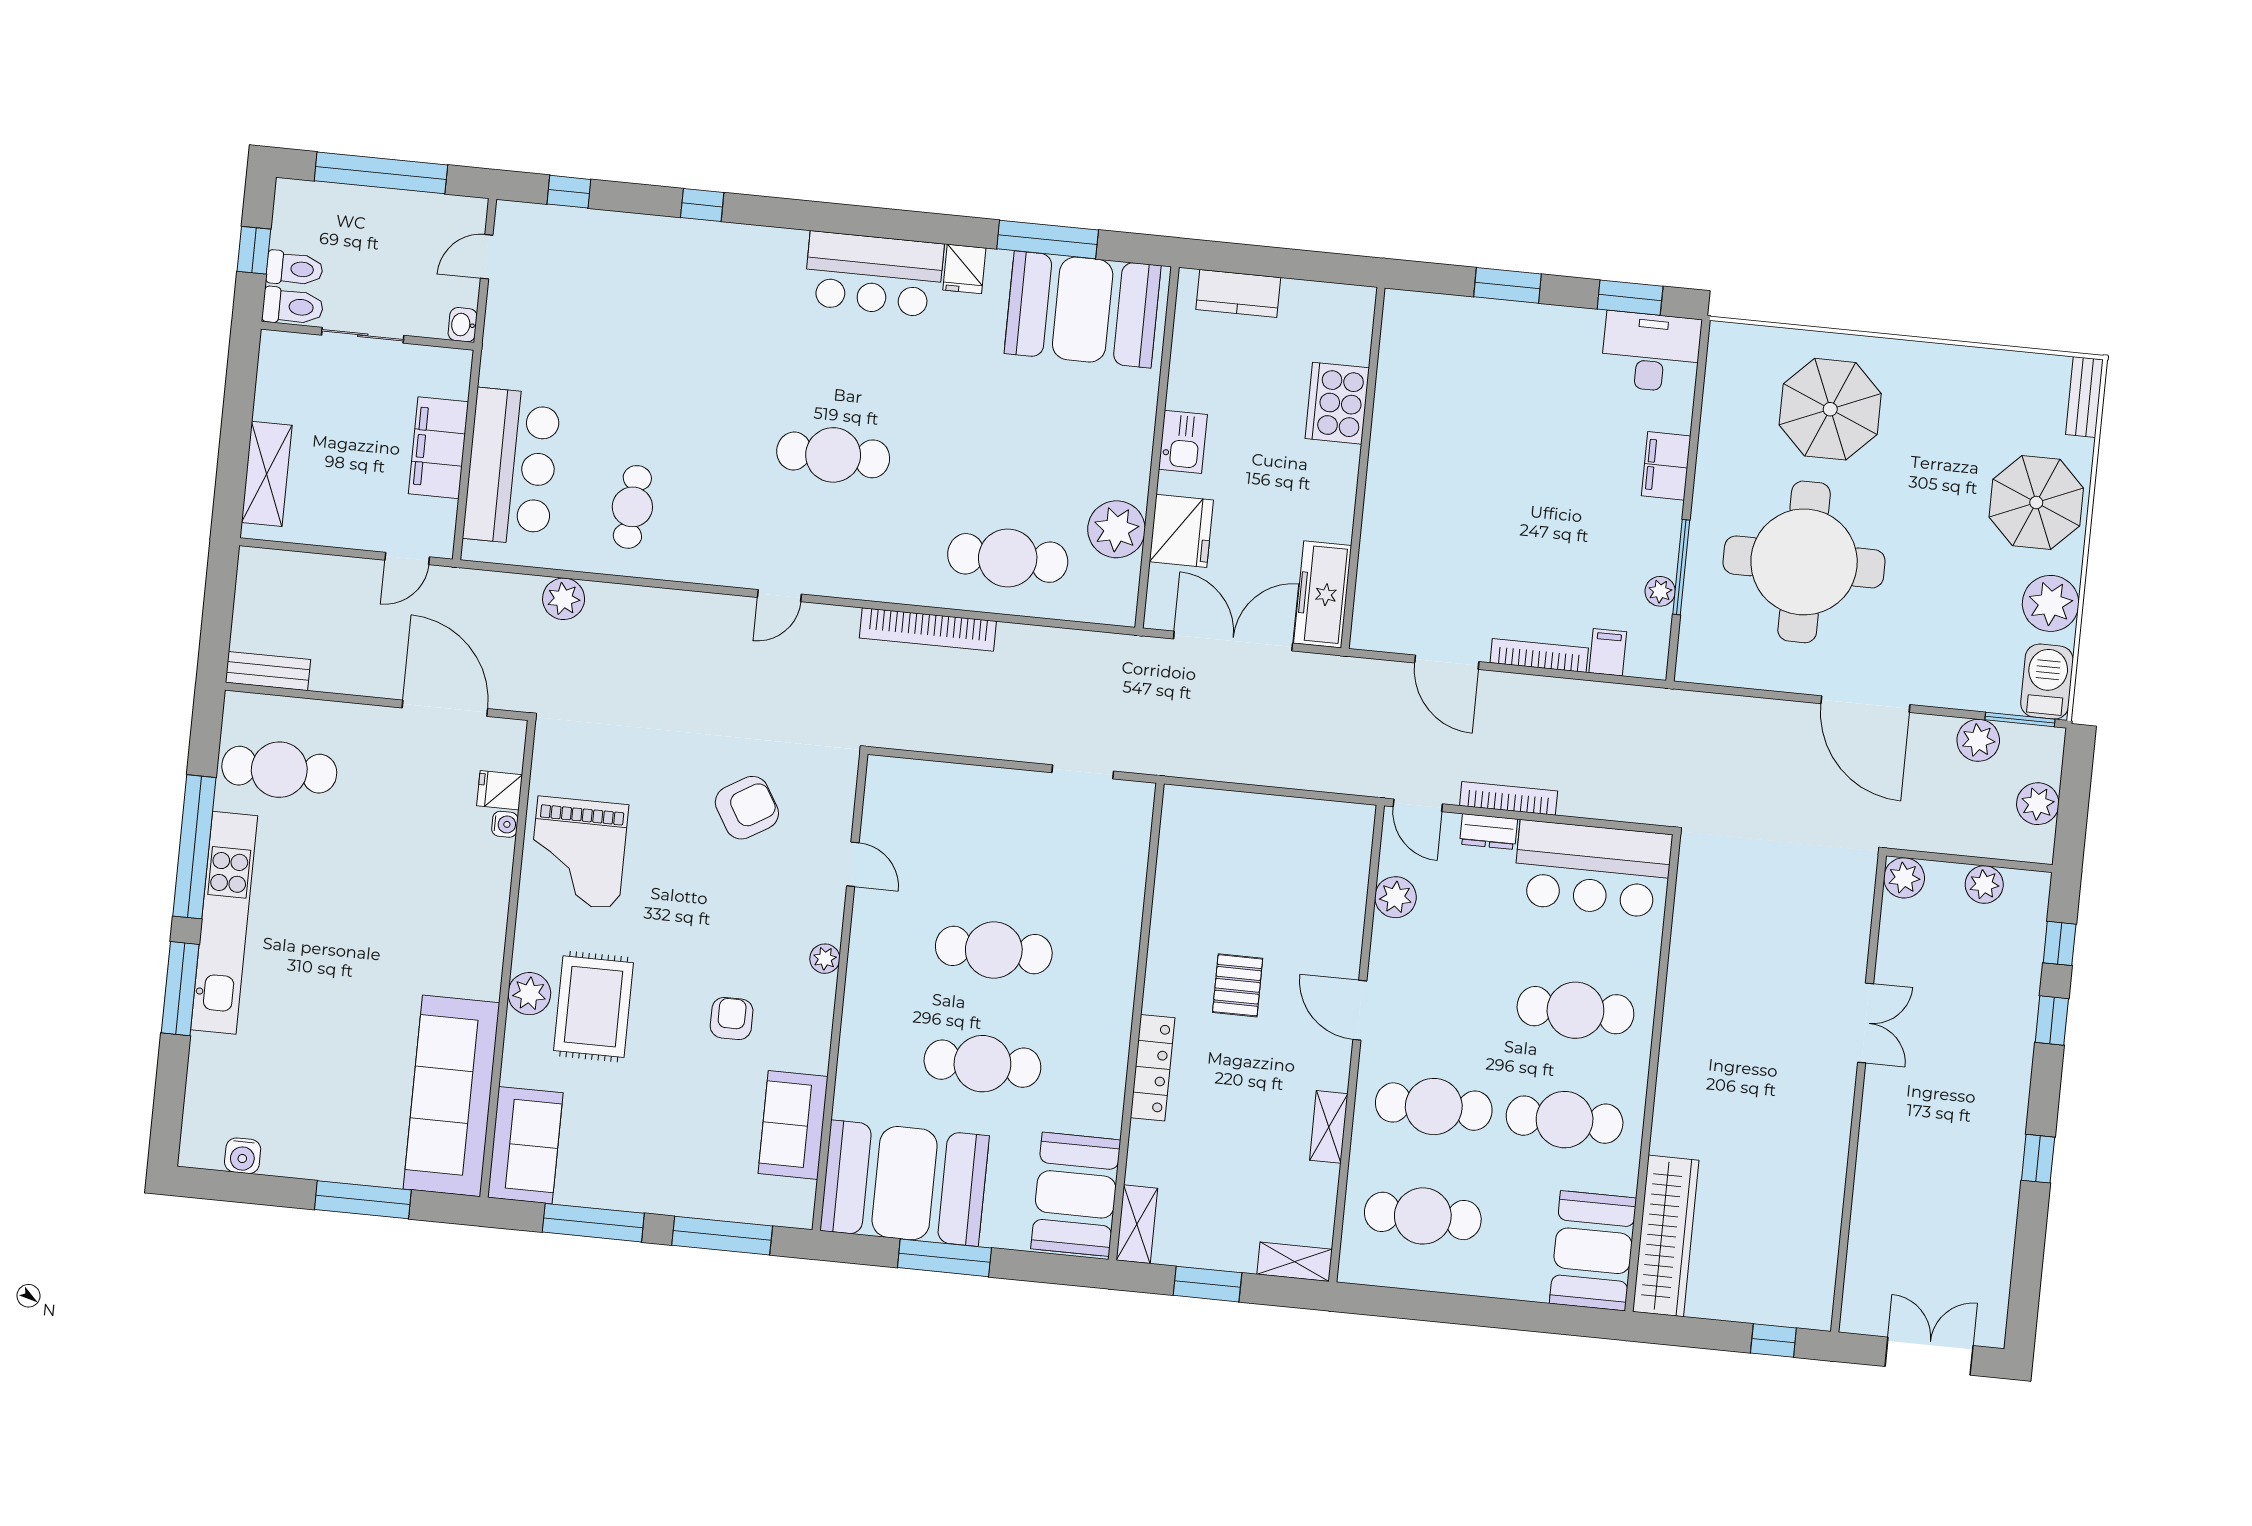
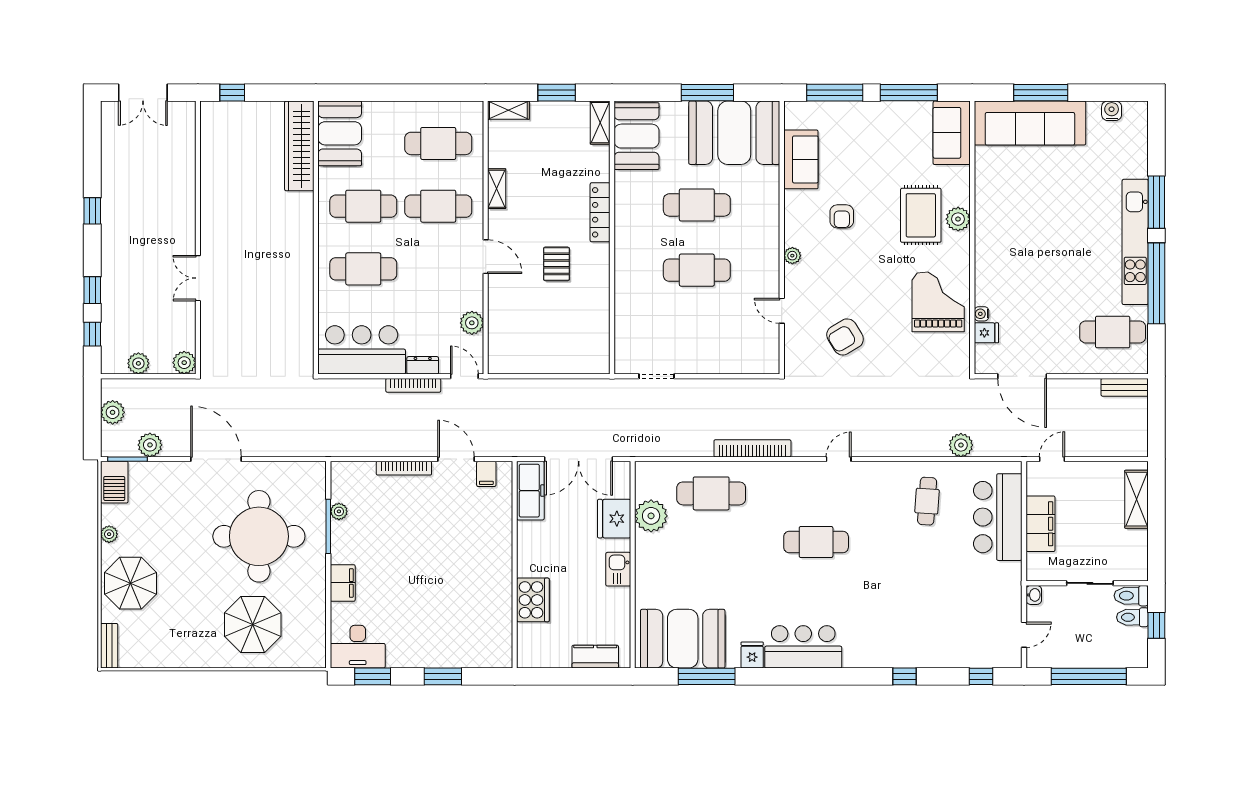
plant: (2051, 603) -> (109, 534), width x0.53, depth x0.53
filing cabinet: (1608, 652) -> (486, 474), moved
sofa: (452, 1096) -> (1030, 123), moved, turned 90

